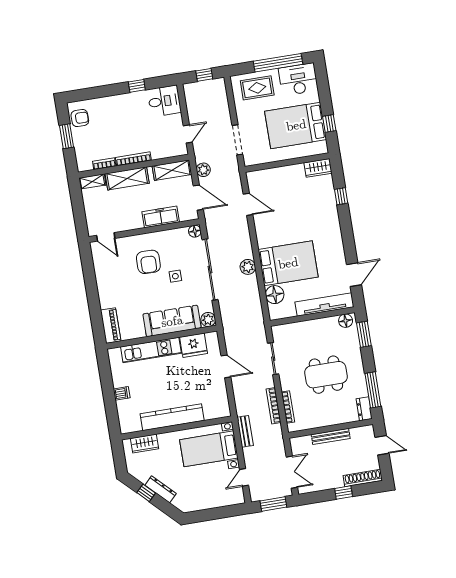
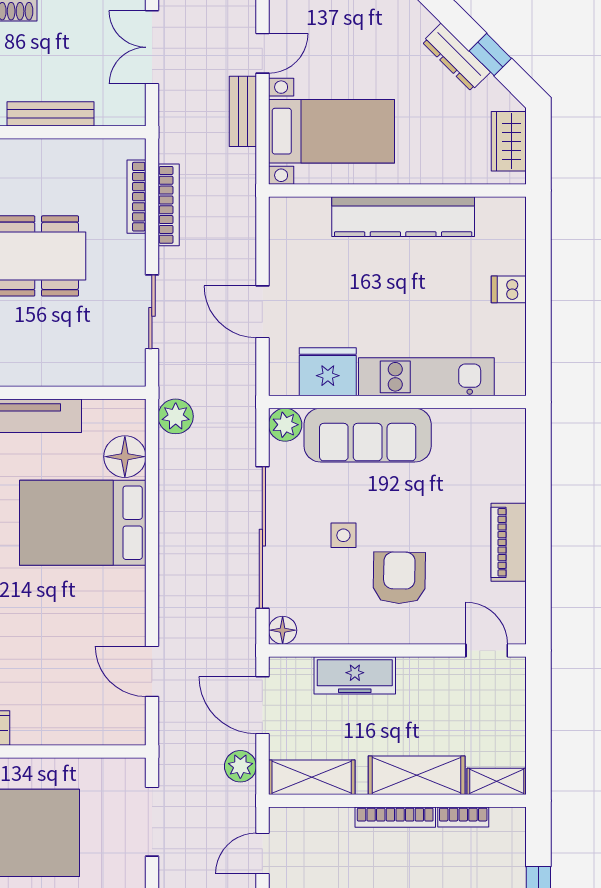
plant: (248, 267) -> (176, 416), moved
piano: (111, 326) -> (509, 542), moved
bench: (245, 431) -> (243, 111), moved
wardrobe: (145, 444) -> (509, 141), moved, turned -90

